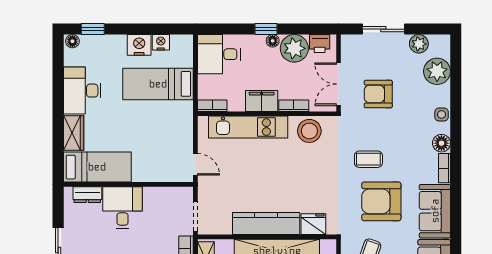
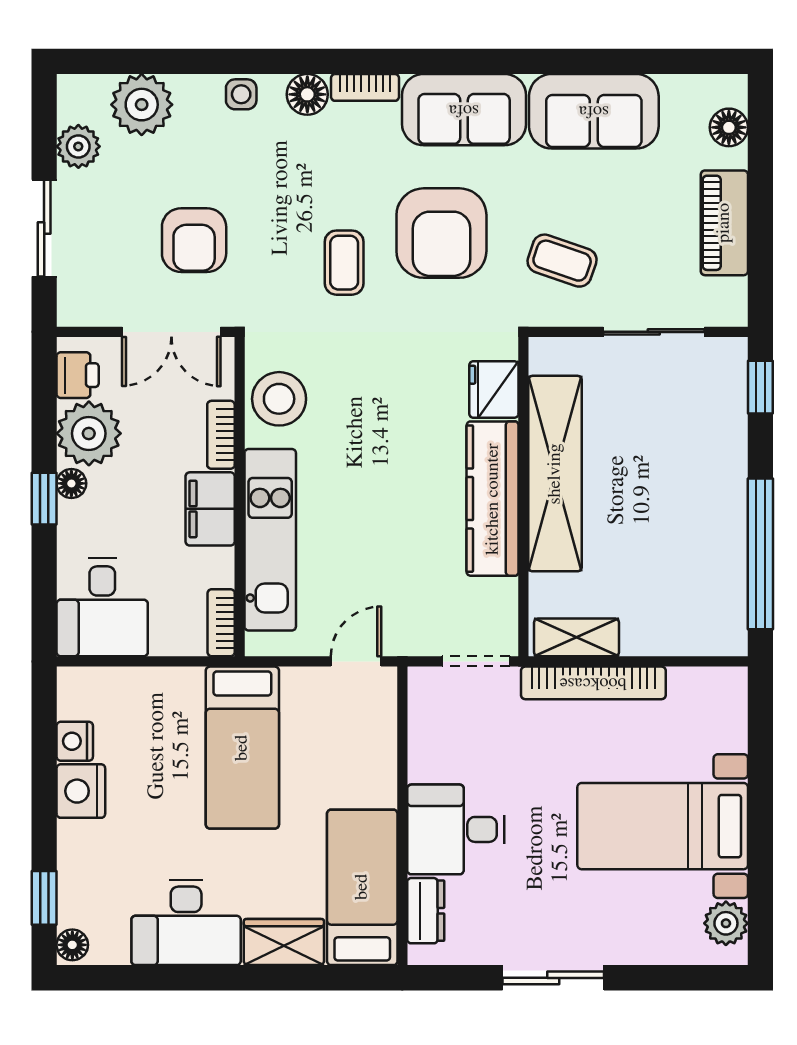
bed: (158, 84) -> (242, 748), moved

